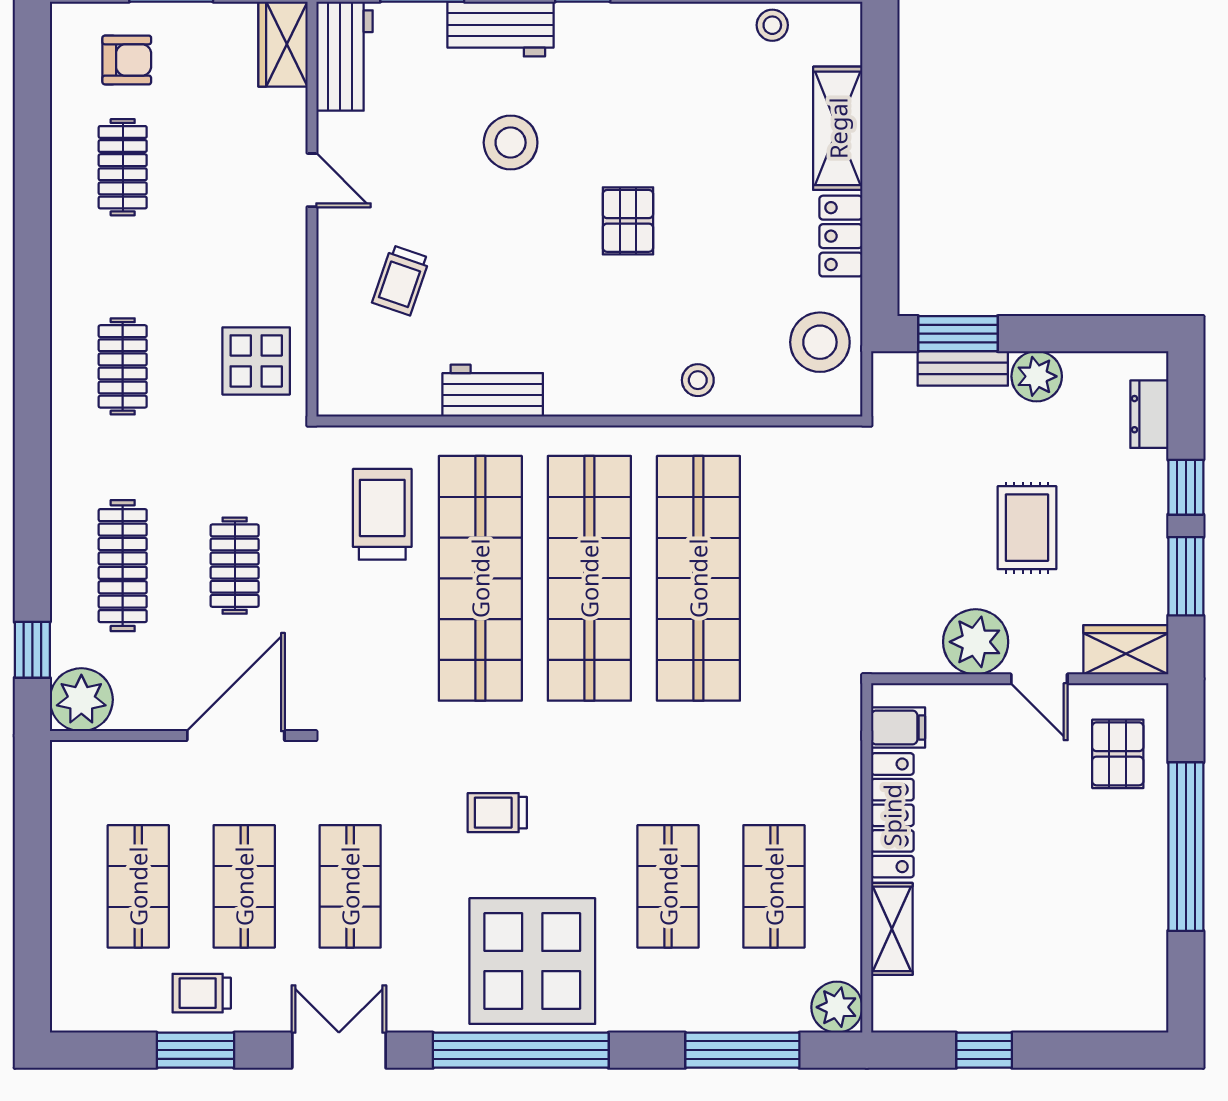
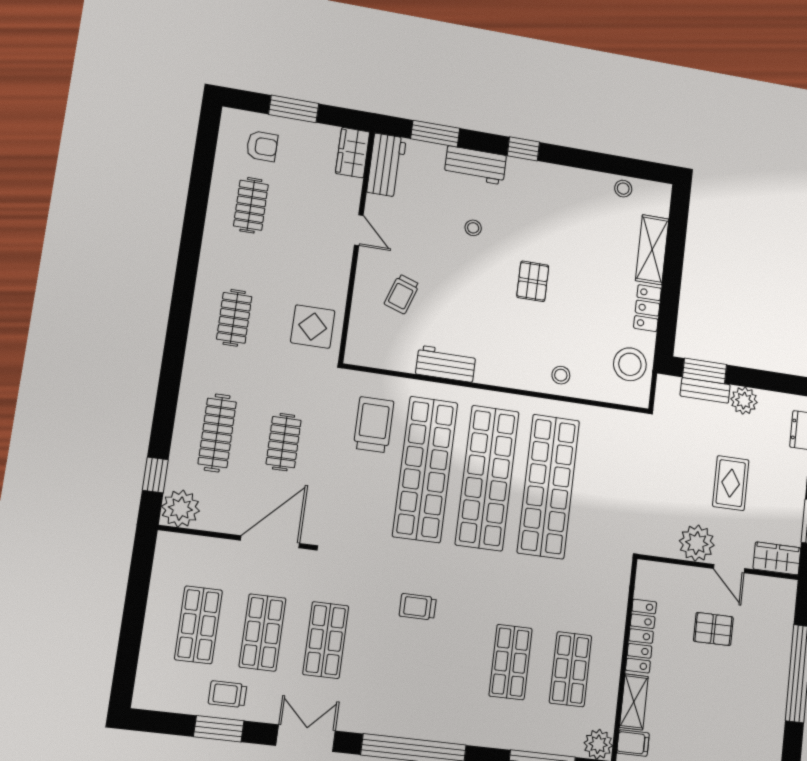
stool: (511, 143) -> (473, 228), width x0.53, depth x0.53
filing cabinet: (898, 727) -> (633, 743), moved
pallet: (1118, 754) -> (713, 629), moved, turned 90
display table: (532, 961) -> (427, 697), removed

